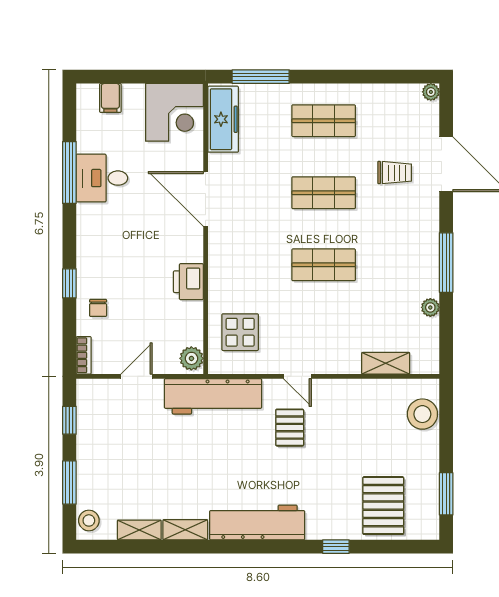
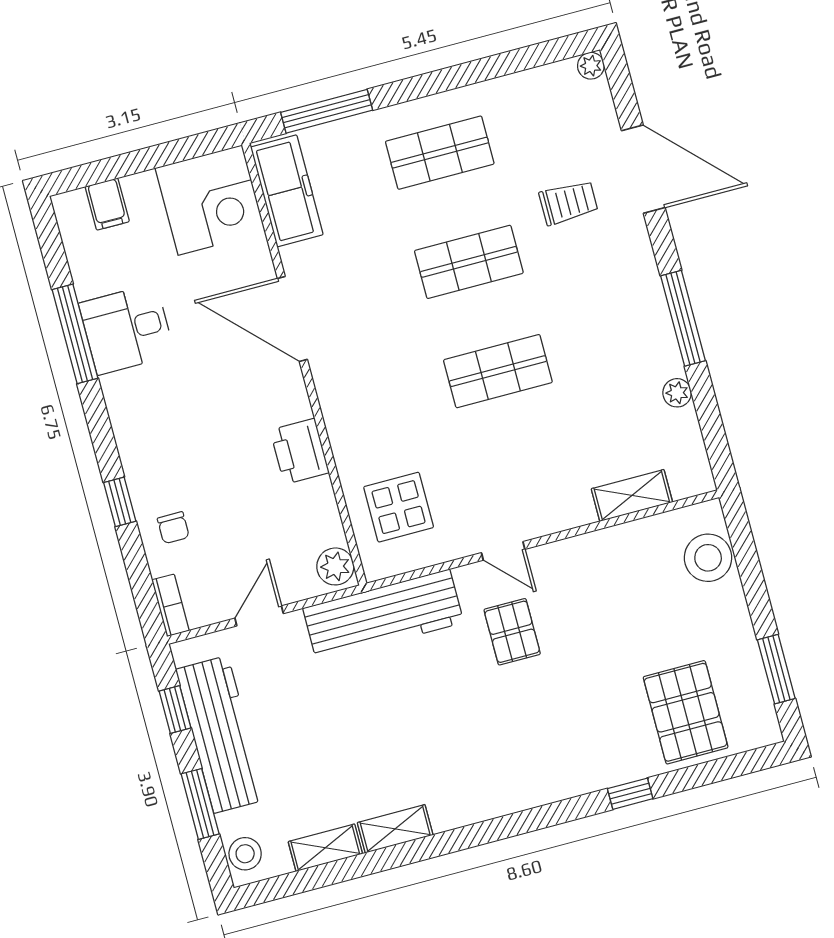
workbench: (257, 522) -> (221, 734), moved, turned 90

